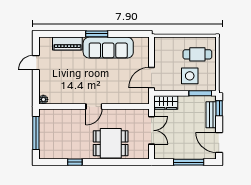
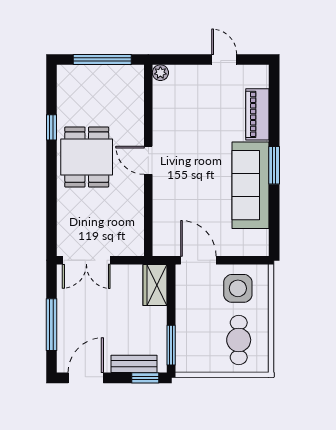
side table: (190, 76) -> (238, 288), moved
double door: (151, 130) -> (86, 260), moved
dining table: (111, 143) -> (87, 157), moved

